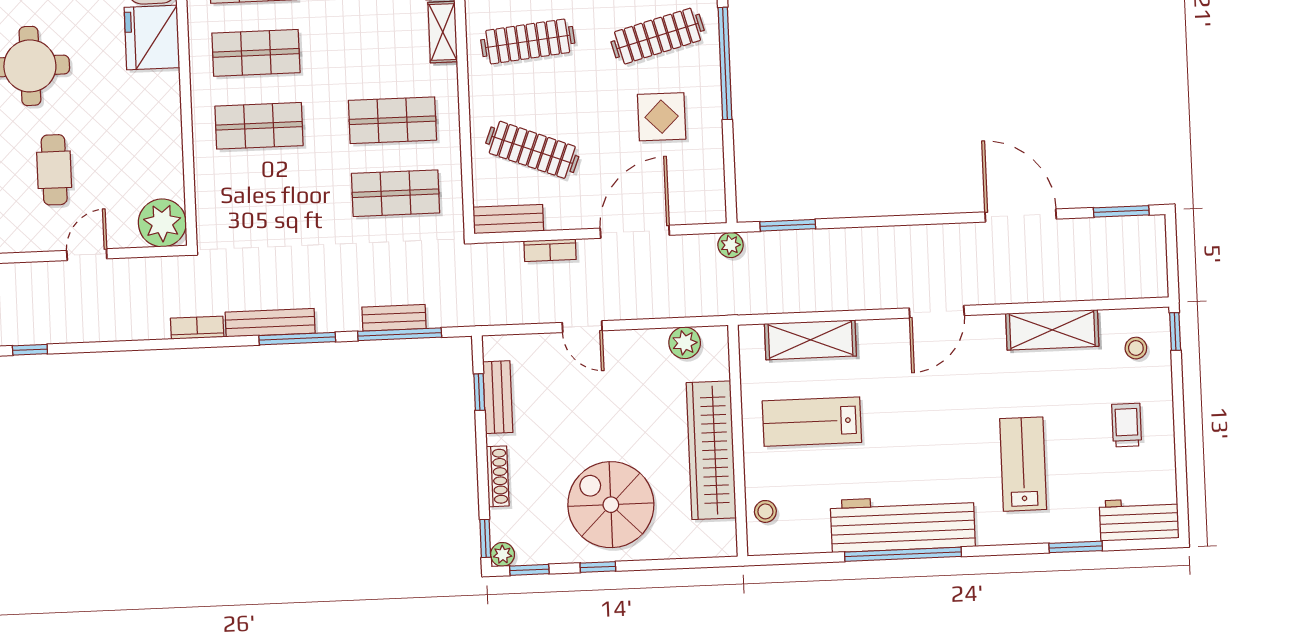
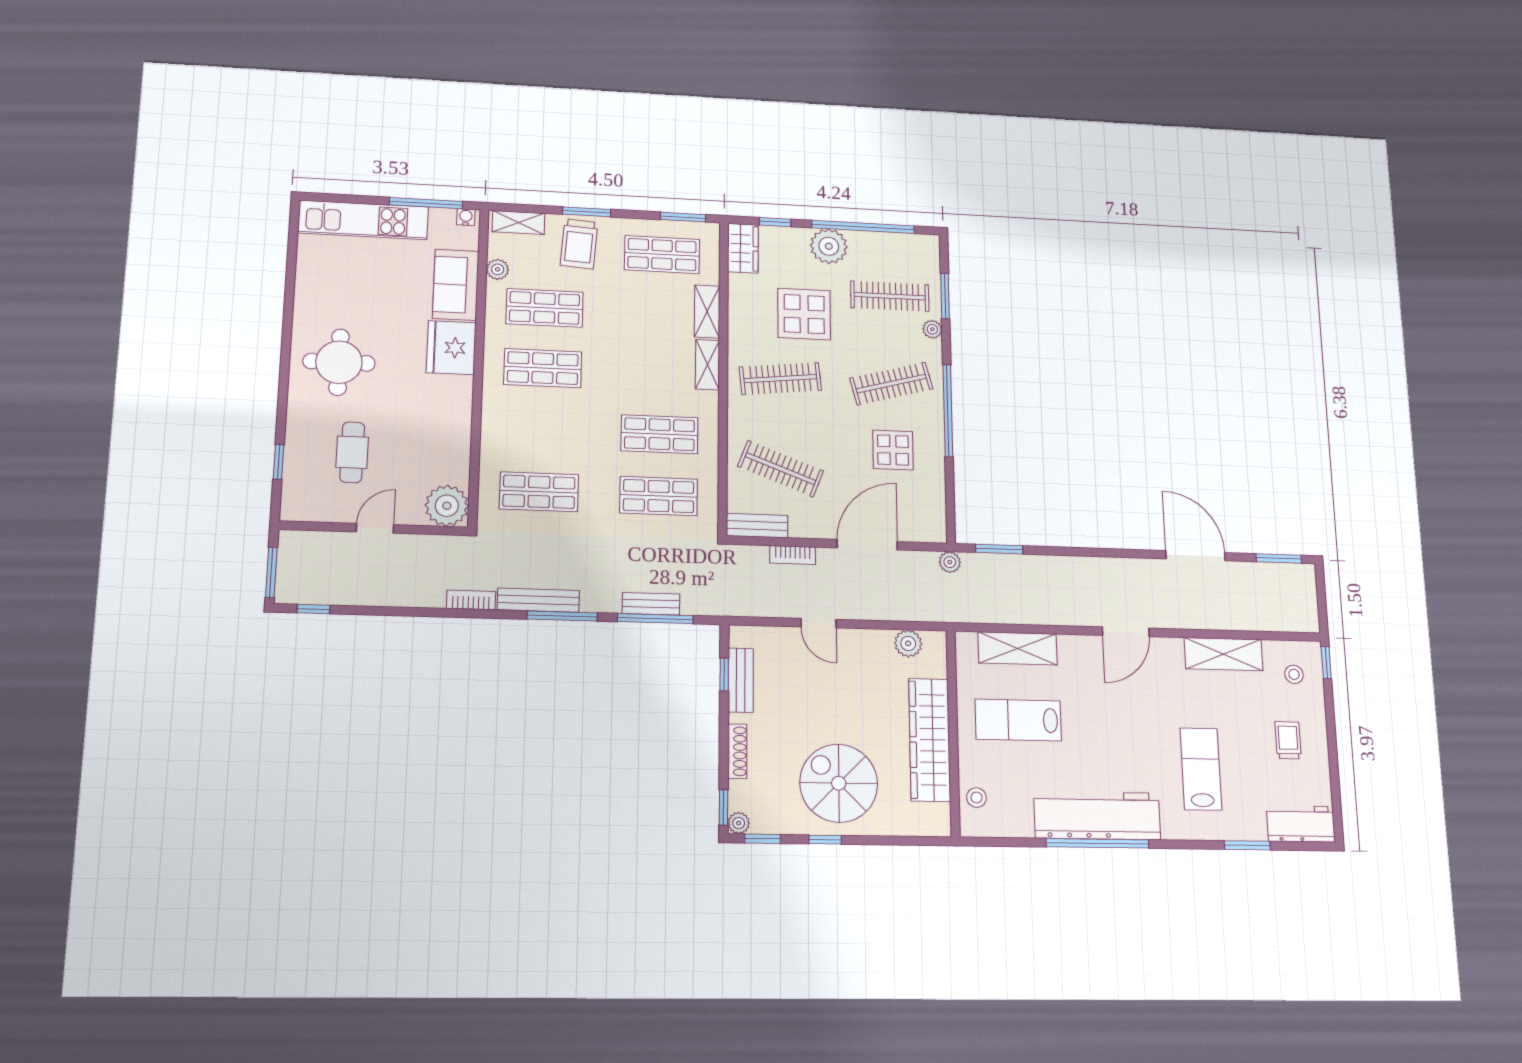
shop shelf: (259, 126) -> (539, 492), moved

